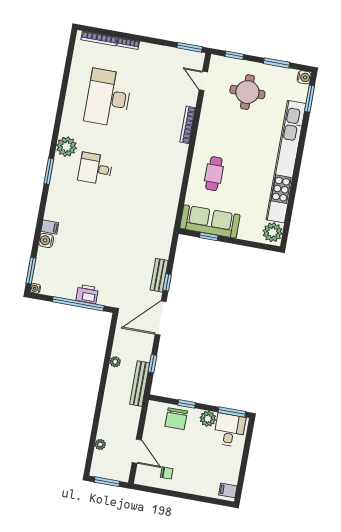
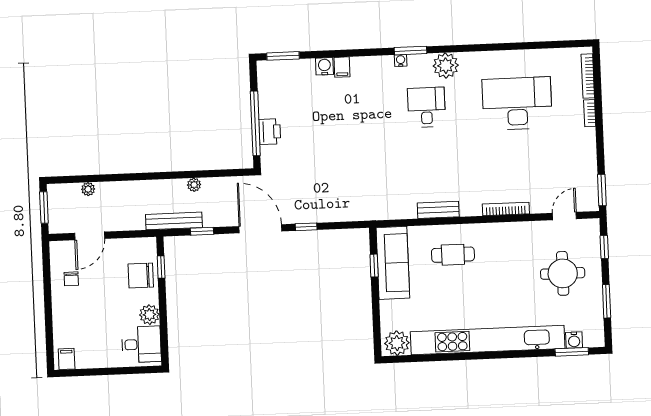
water cooler: (304, 77) -> (574, 340), moved
bench: (159, 275) -> (438, 210), moved
water cooler: (35, 288) -> (401, 61), moved
window: (187, 404) -> (161, 267), moved
window: (232, 412) -> (164, 342), removed

